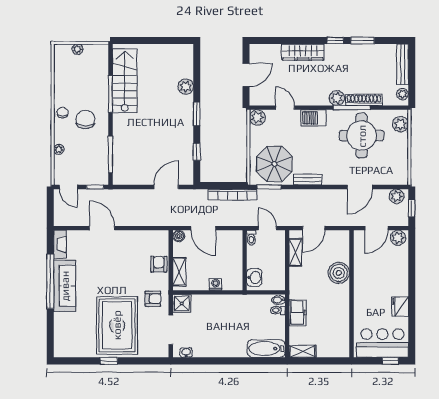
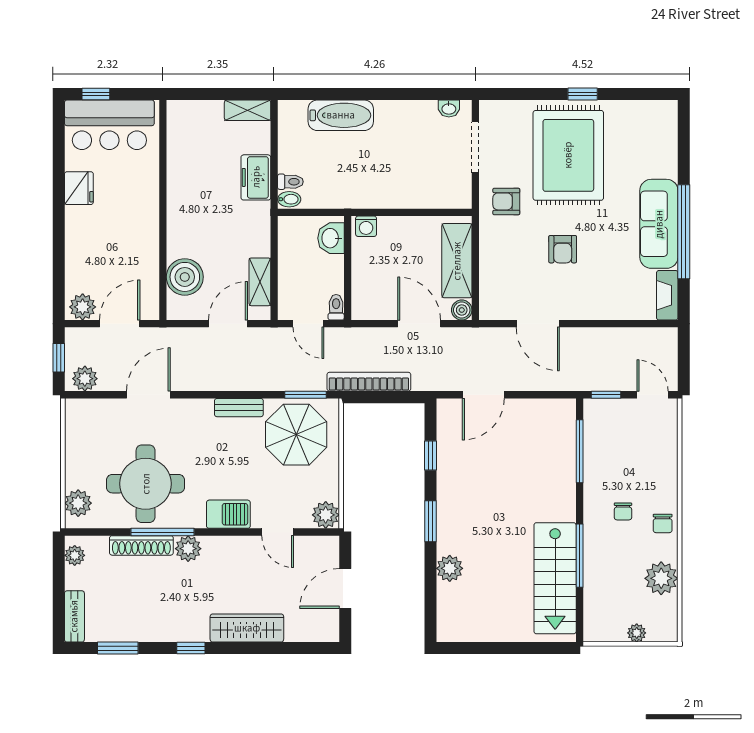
window: (363, 40) -> (118, 648), moved
bench: (403, 64) -> (74, 616), width x0.73
chair: (85, 120) -> (623, 511), width x0.54, depth x0.54
plant: (59, 149) -> (661, 578), moved, width x1.88, depth x1.88
door: (102, 228) -> (538, 324), moved
armchair: (159, 264) -> (563, 249), moved
shelving: (179, 272) -> (457, 261), width x1.50, depth x1.33
boiler: (339, 273) -> (185, 277), moved
washing machine: (216, 284) -> (366, 226), moved
shower: (182, 303) -> (456, 193), removed
bathtub: (266, 349) -> (341, 115), moved

